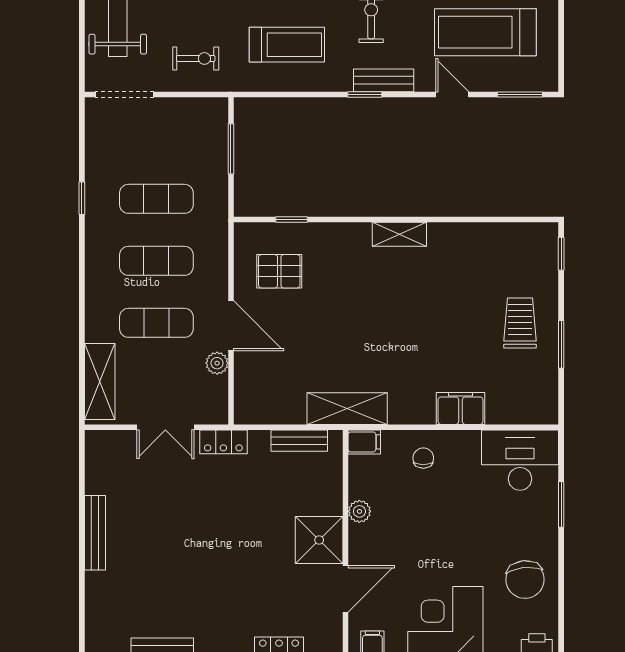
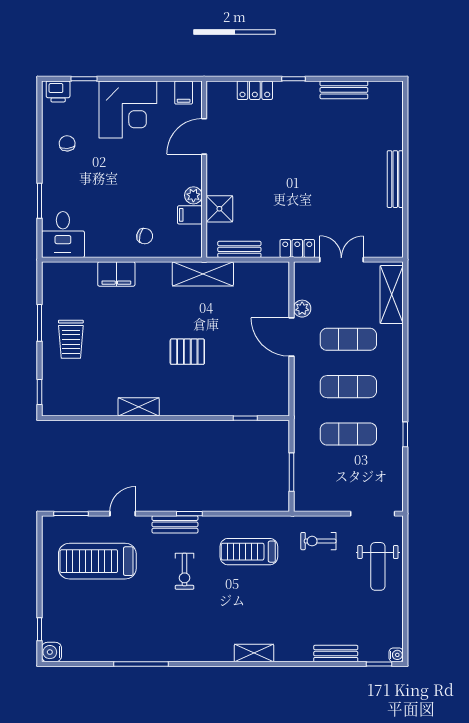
treadmill: (485, 32) -> (97, 561), turned 180
door: (452, 94) -> (123, 514), swing flipped
shelving: (399, 234) -> (139, 407), moved
pallet: (279, 271) -> (187, 352), moved
filing cabinet: (364, 442) -> (190, 215), moved
chair: (423, 458) -> (145, 236), turned -76
desk: (520, 460) -> (63, 235), width x0.73
shower: (319, 540) -> (219, 209), moved, width x0.73, depth x0.73
chair: (525, 580) -> (67, 143), width x0.54, depth x0.54

